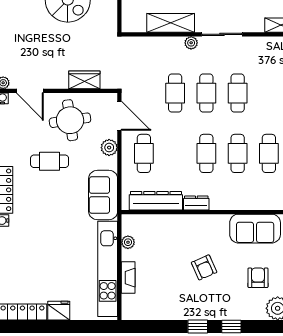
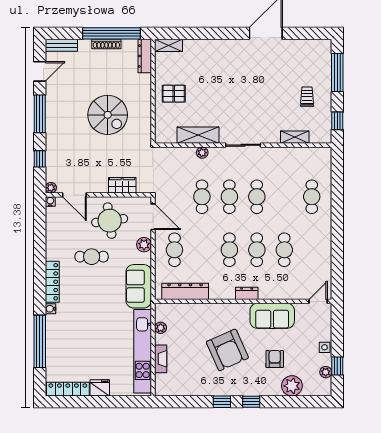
plant: (191, 43) -> (202, 153), moved
dresser: (196, 203) -> (247, 293), moved
armchair: (204, 267) -> (227, 350), width x1.88, depth x1.88

